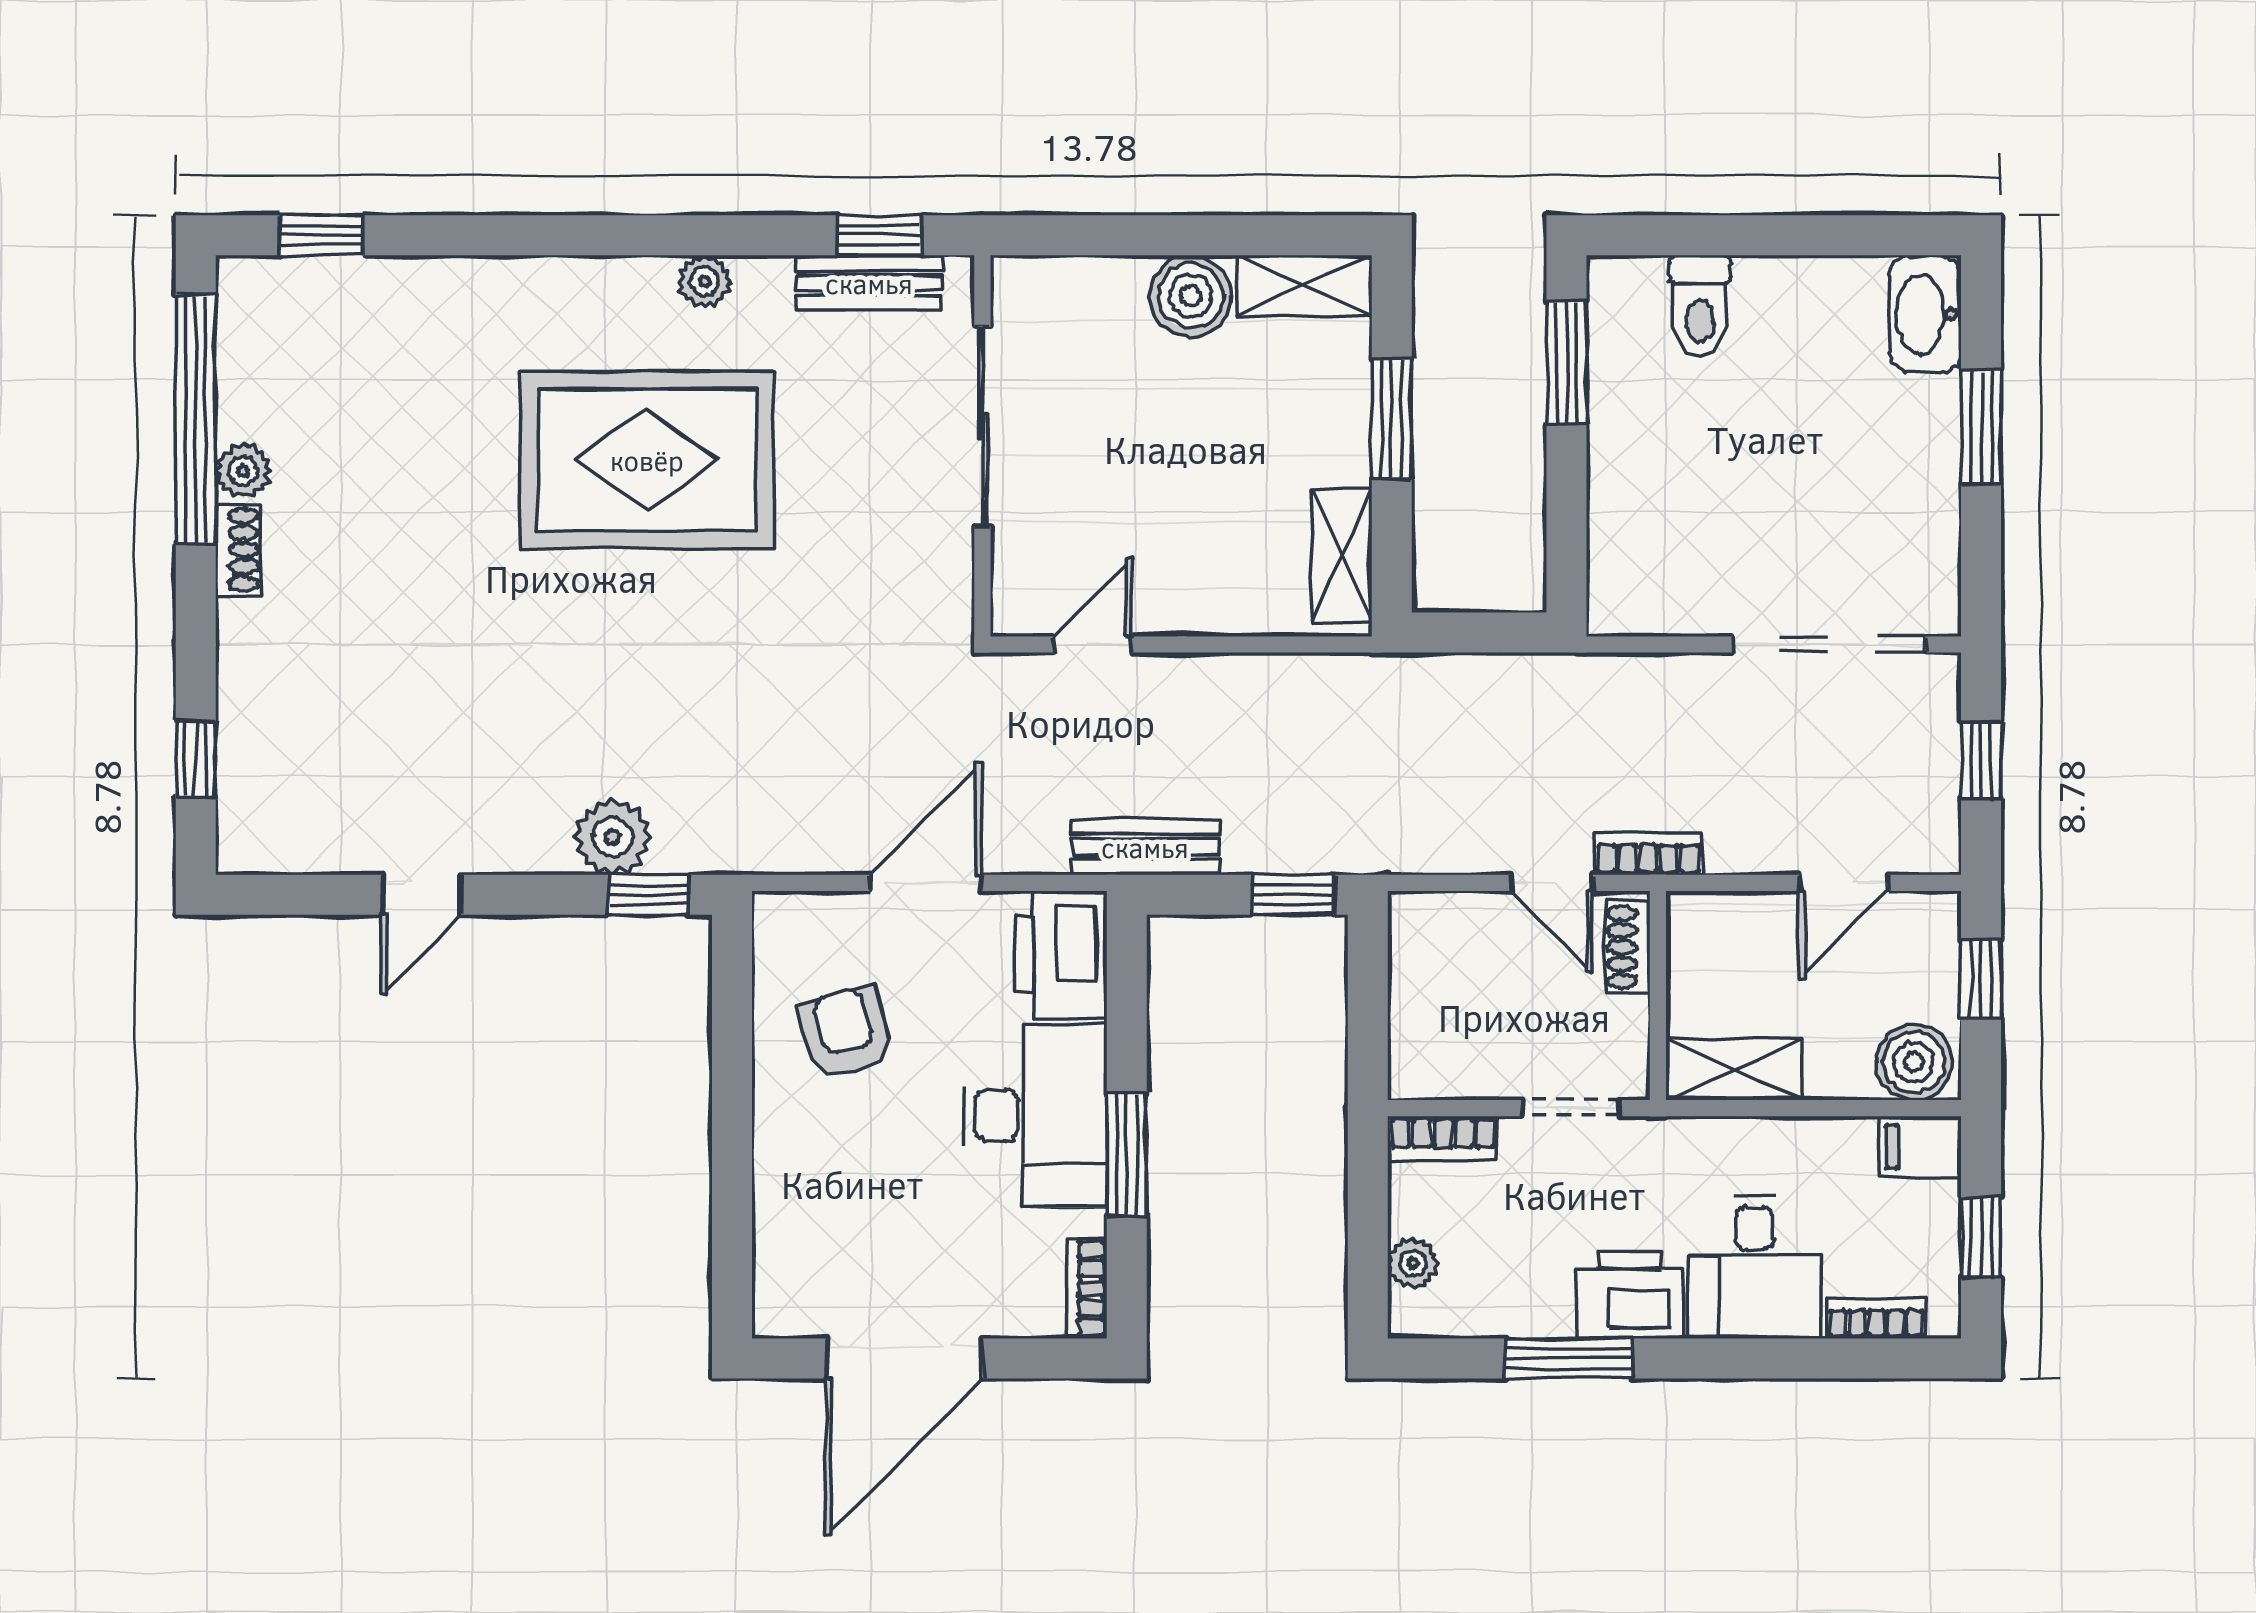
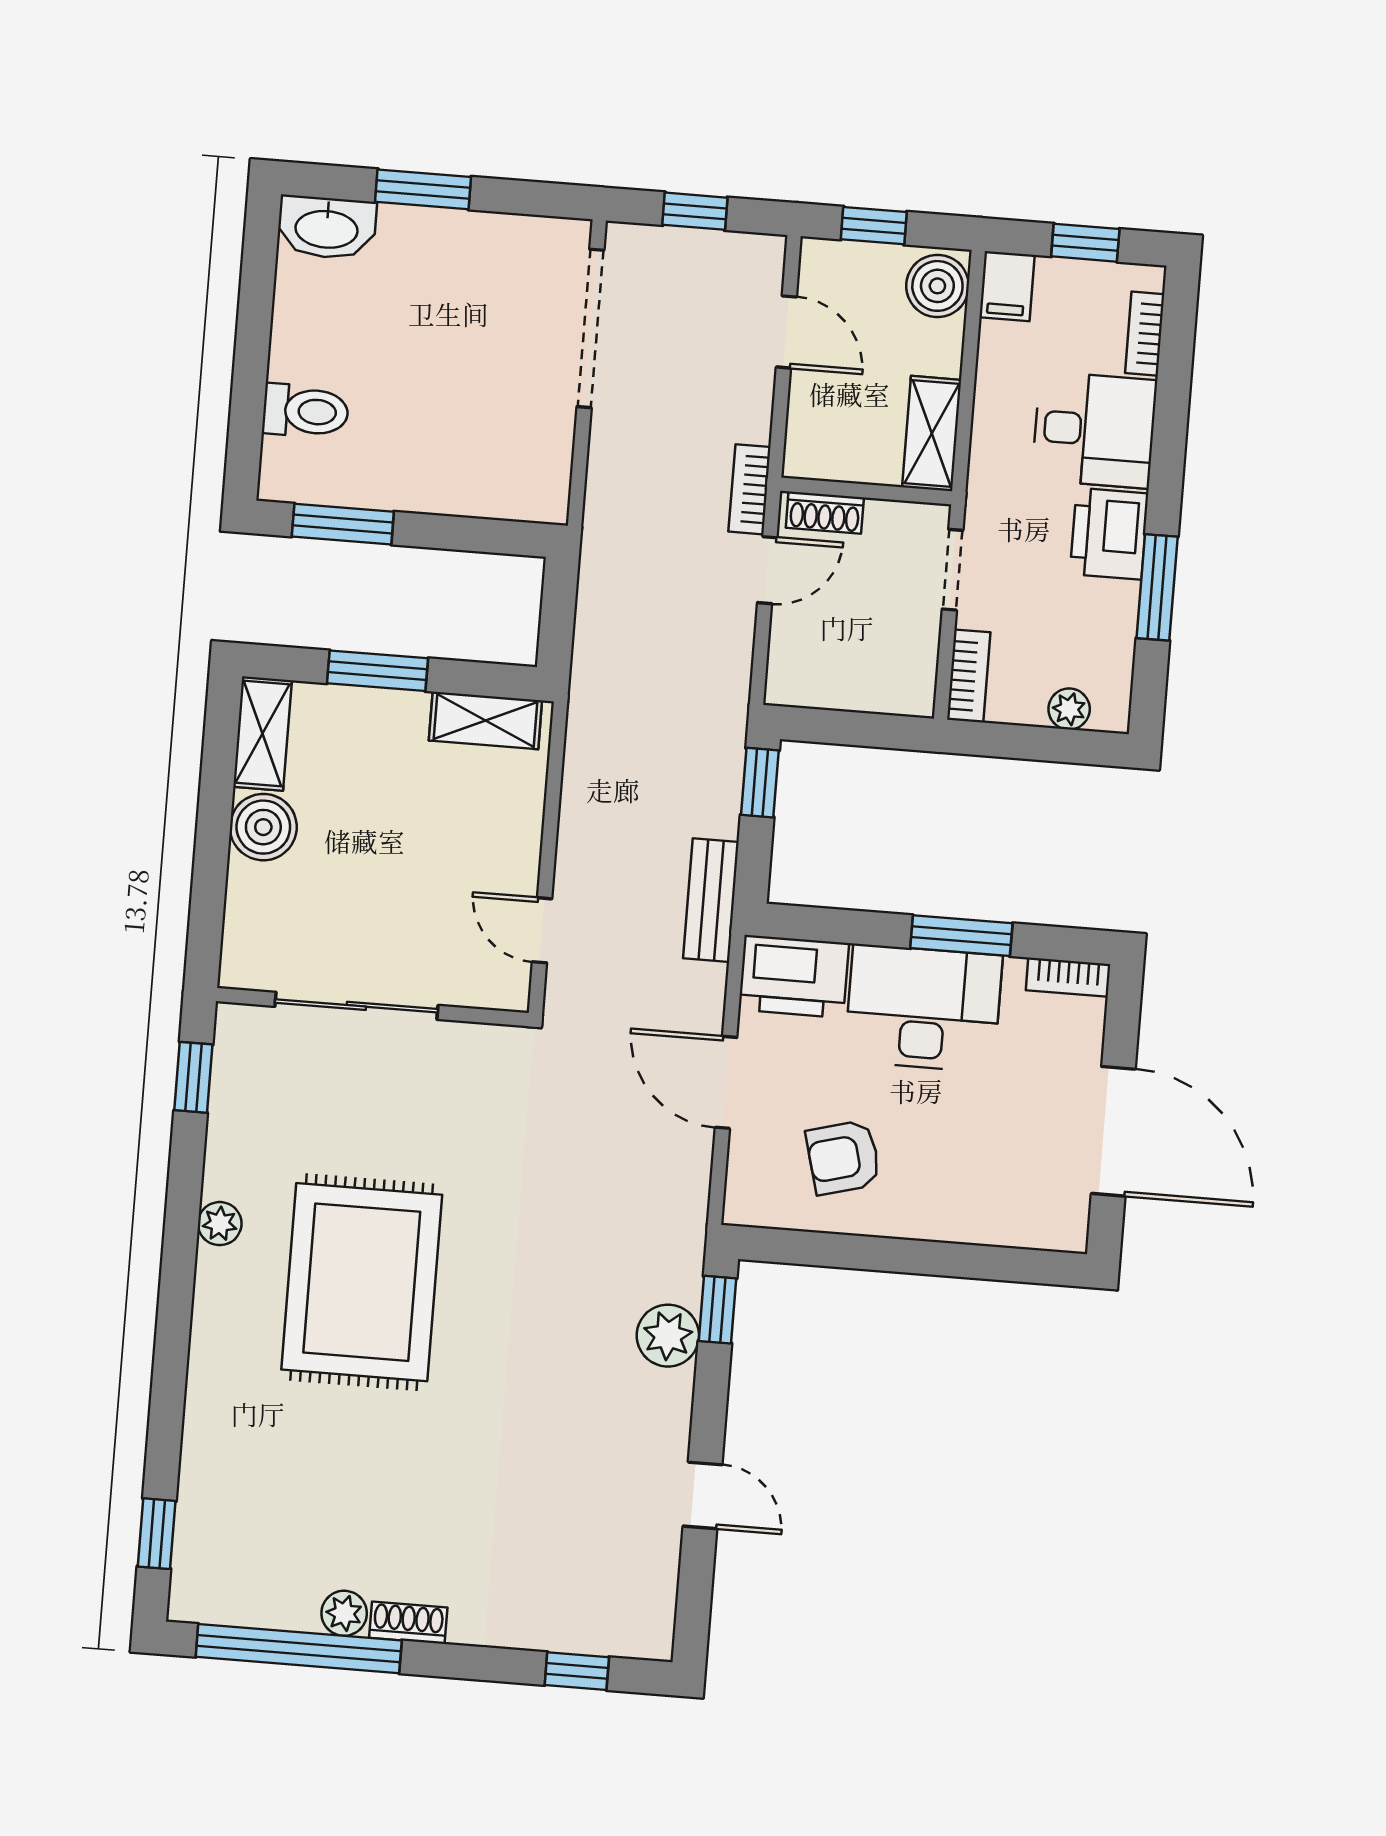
bench: (869, 283) -> (232, 1089), removed

